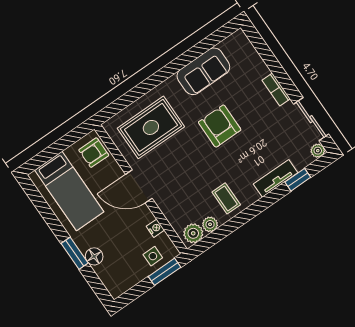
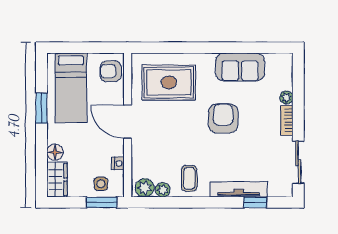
plant: (318, 151) -> (286, 97), moved
tv unit: (276, 178) -> (239, 189), width x1.41
window: (75, 253) -> (42, 108), moved
wardrobe: (112, 279) -> (57, 180), added

